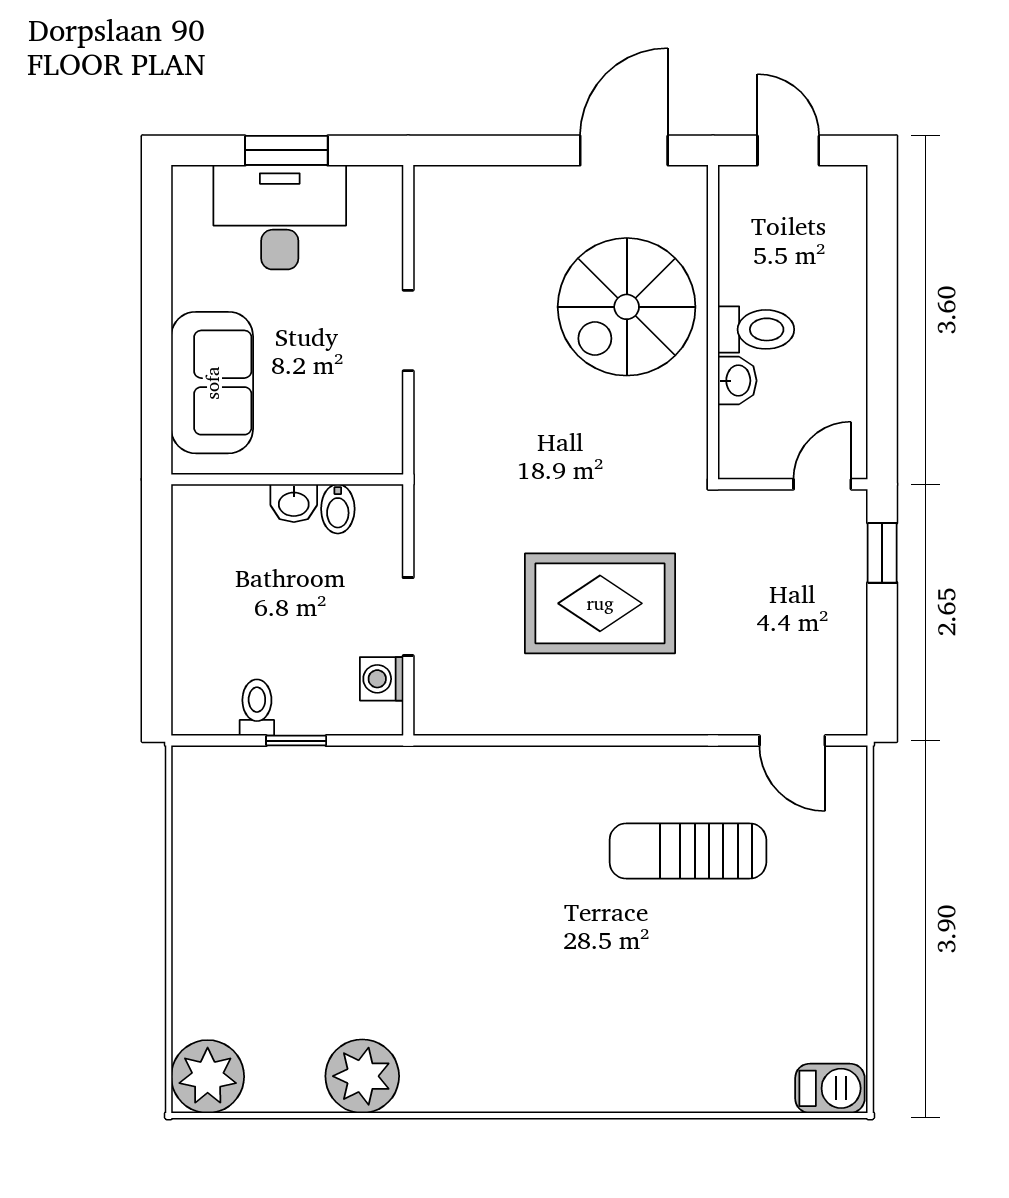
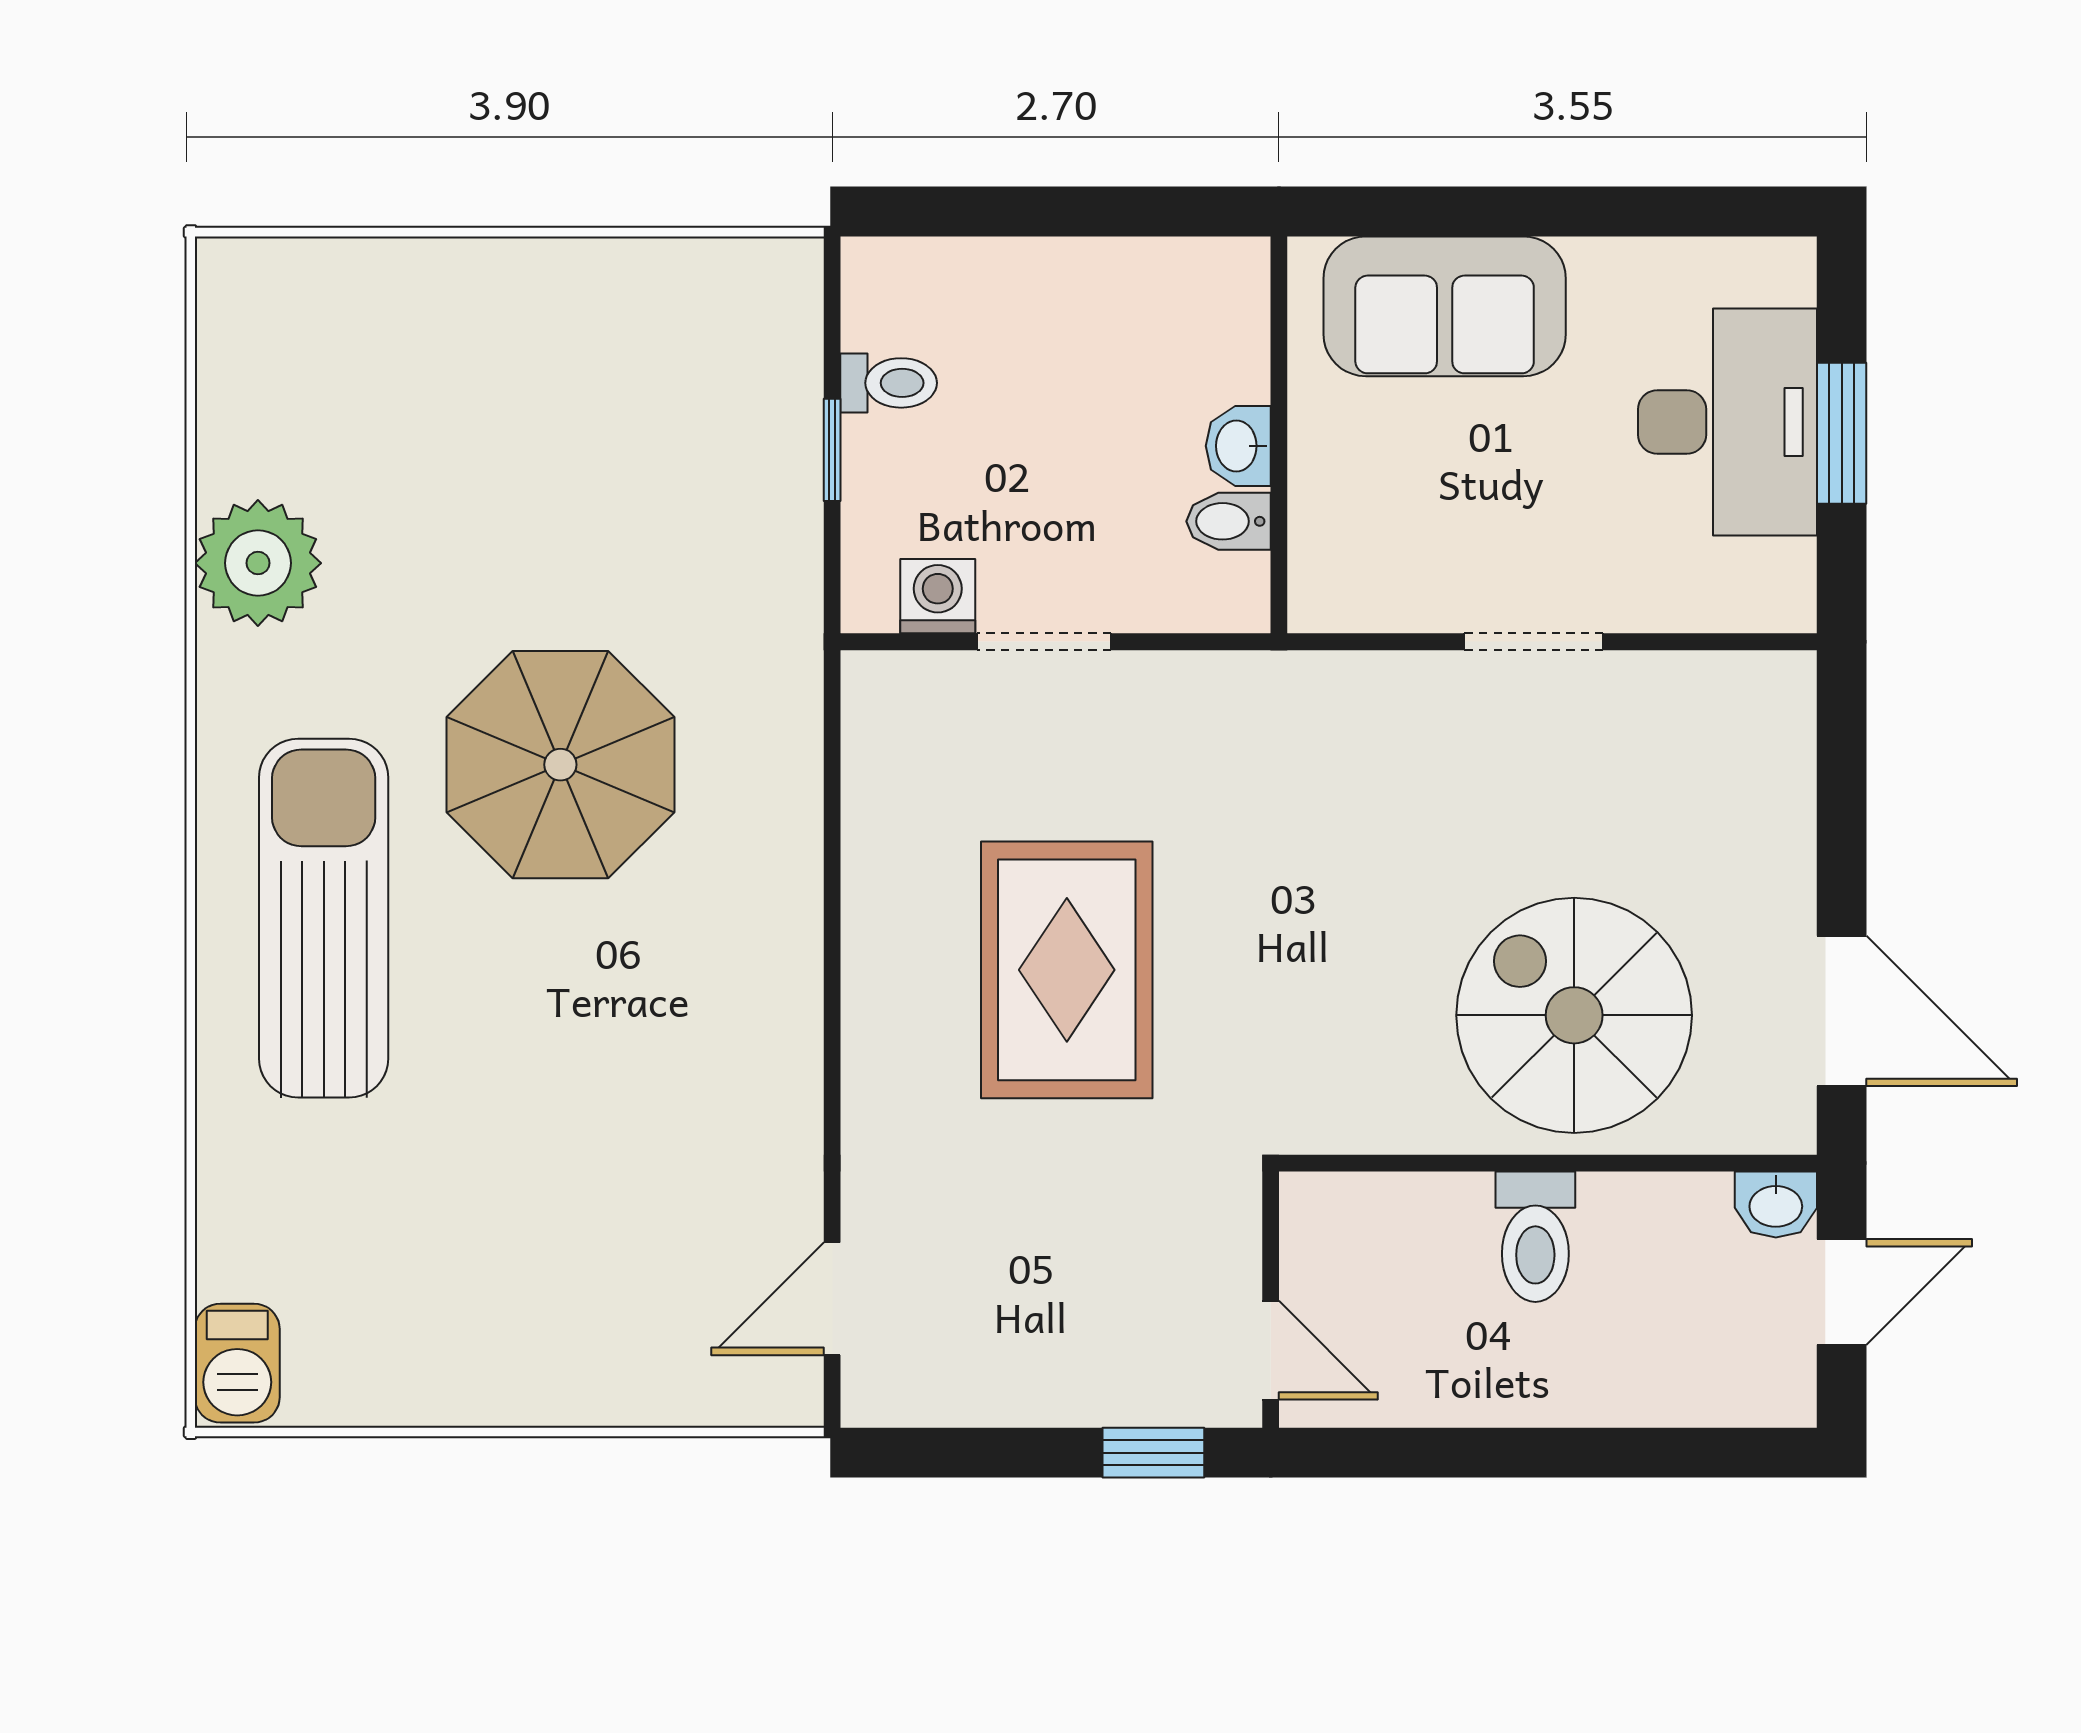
washbasin: (737, 381) -> (1776, 1204), moved
sun lounger: (688, 851) -> (324, 918), moved, width x1.36, depth x1.34
parasol: (480, 899) -> (560, 765), added
plant: (208, 1077) -> (257, 299), removed

